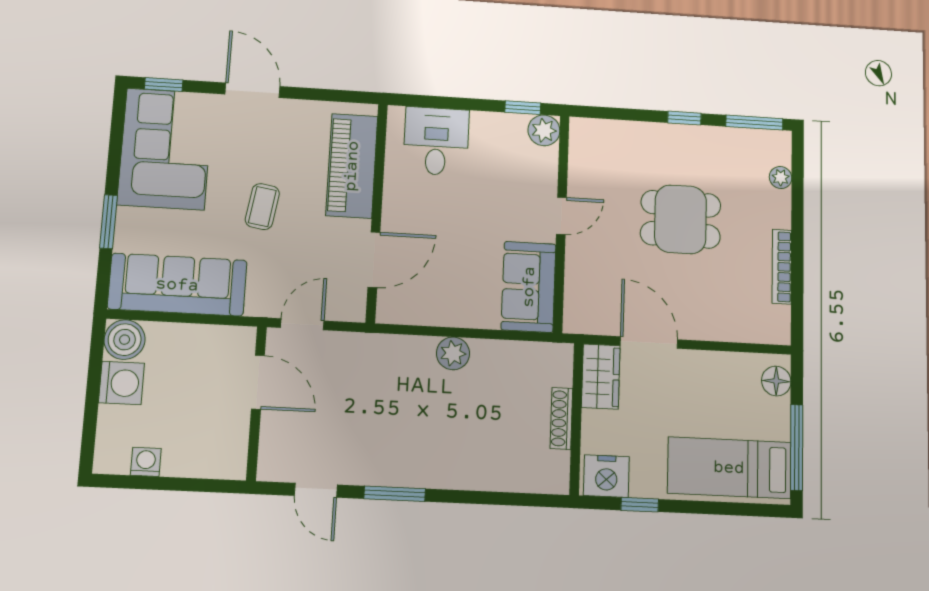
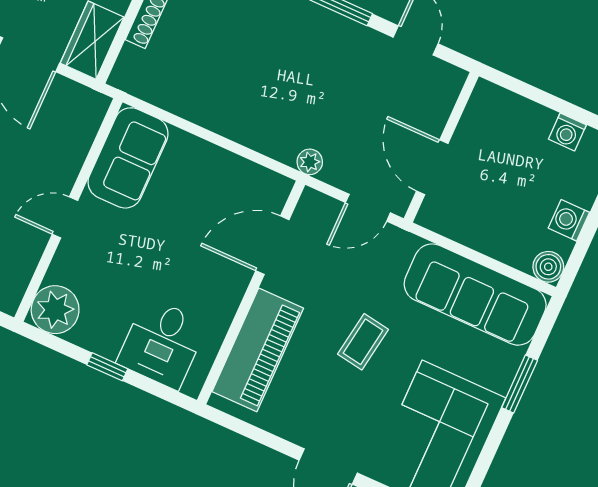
window: (523, 108) -> (107, 367), moved
plant: (544, 130) -> (55, 310), width x1.36, depth x1.36
boiler: (125, 340) -> (548, 267), width x0.73, depth x0.73
plant: (453, 353) -> (310, 162), moved, width x0.73, depth x0.73
washing machine: (121, 383) -> (569, 220), width x0.73, depth x0.73

